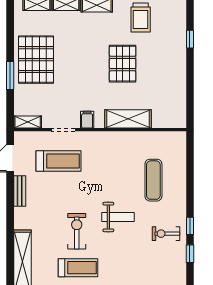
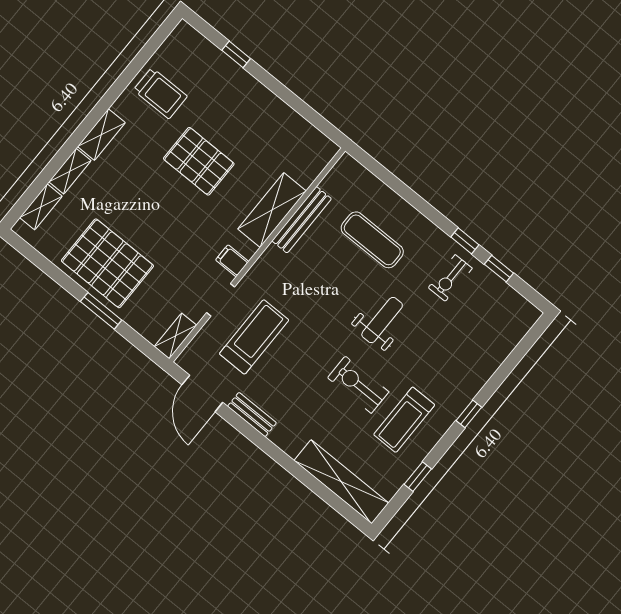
bench: (135, 137) -> (302, 220), added
treadmill: (78, 268) -> (404, 420), turned 180

